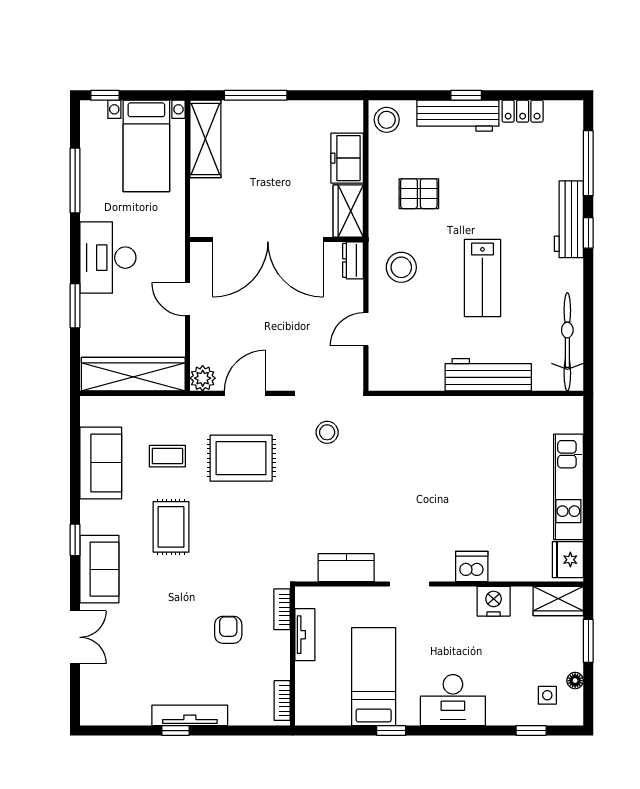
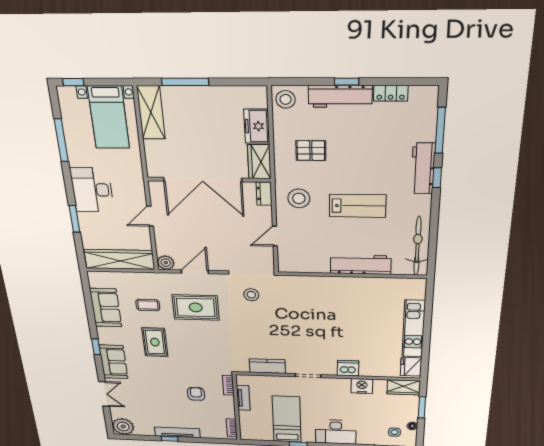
lab bench: (482, 278) -> (358, 206), turned -90
door: (187, 299) -> (150, 216), hinge flipped
plant: (99, 707) -> (123, 426), added

